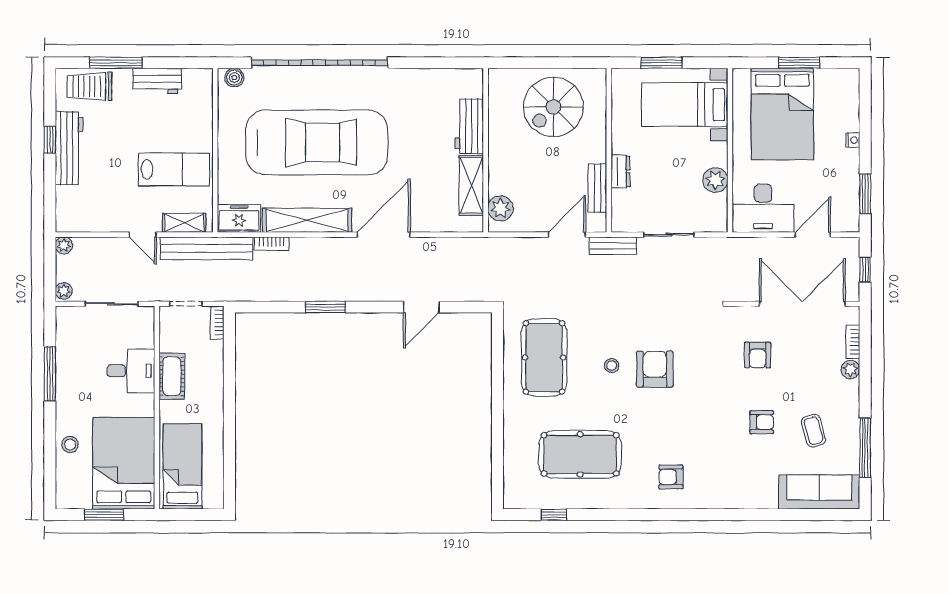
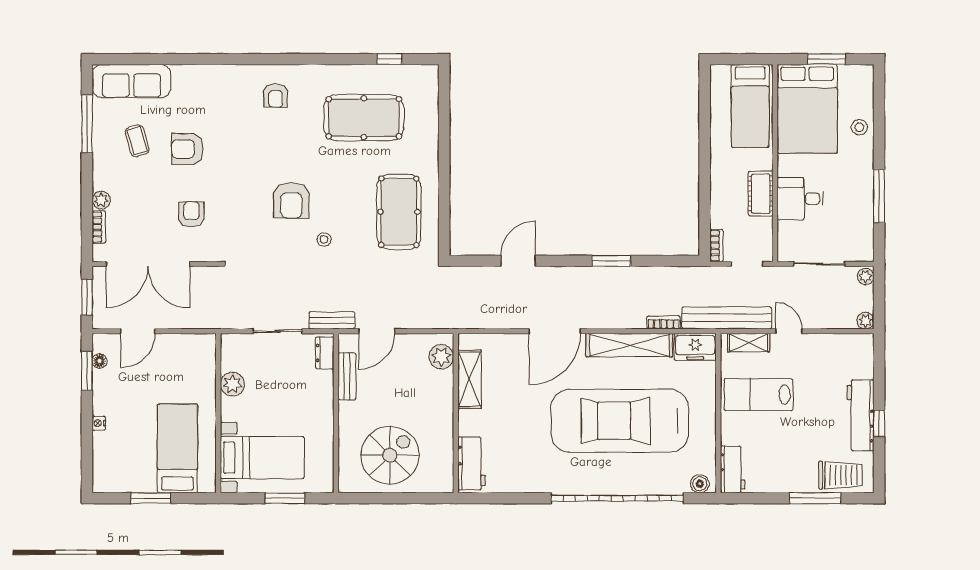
workbench: (157, 81) -> (733, 469), moved, turned 90
bed: (782, 114) -> (177, 448), width x0.67
workbench: (469, 126) -> (472, 463), moved
dresser: (620, 171) -> (325, 353), moved
floor lamp: (852, 204) -> (100, 361), added
desk: (763, 208) -> (186, 357), removed
window: (865, 270) -> (87, 297), width x1.50
stool: (612, 366) -> (324, 239), moved
armchair: (762, 422) -> (187, 149), width x1.38, depth x1.38
armchair: (671, 477) -> (276, 96), turned 90

